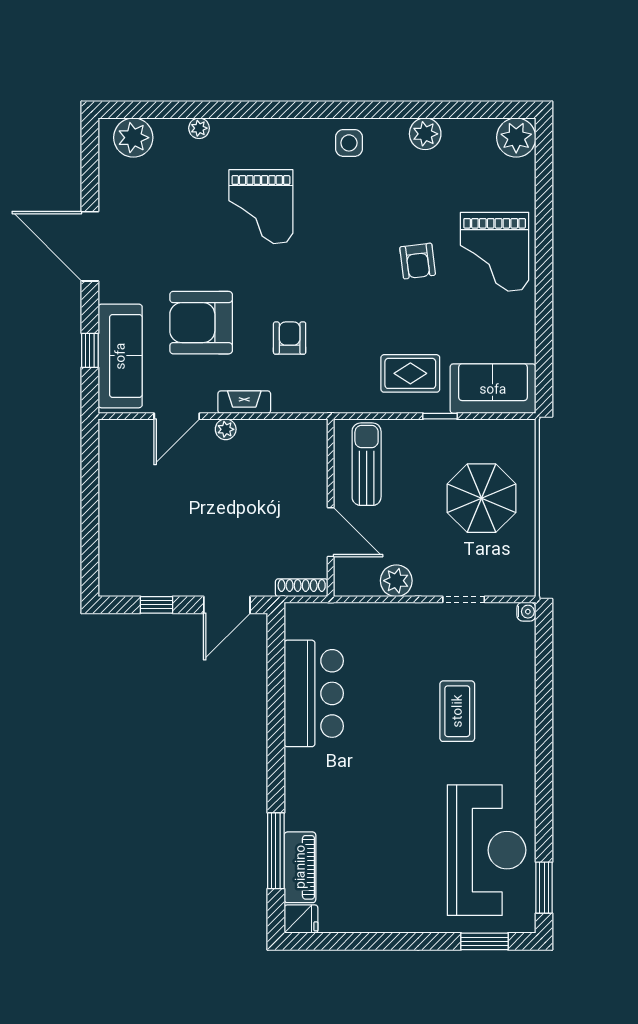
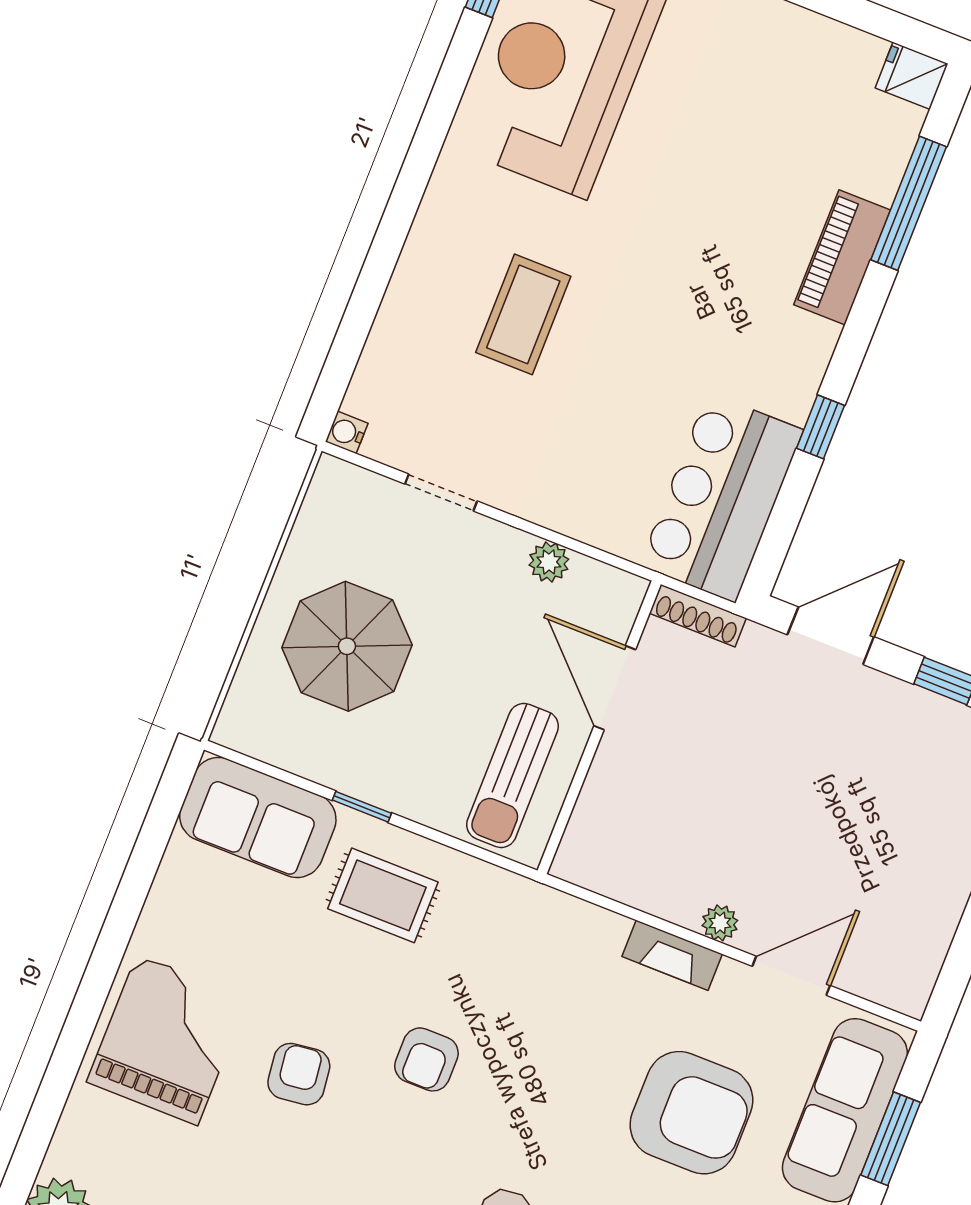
armchair: (290, 338) -> (426, 1059), moved
window: (90, 350) -> (891, 1139), width x1.50
plant: (396, 581) -> (549, 562), width x0.73, depth x0.73
bar counter: (314, 693) -> (722, 498), moved
window: (276, 714) -> (821, 427), added
piano: (300, 867) -> (842, 257), moved

